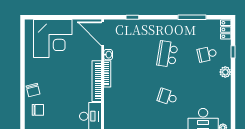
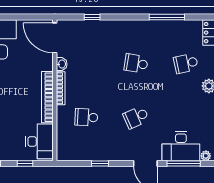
school desk: (167, 54) -> (136, 63), width x0.54
school desk: (128, 97) -> (86, 117), added
school desk: (167, 97) -> (136, 117), turned -42

